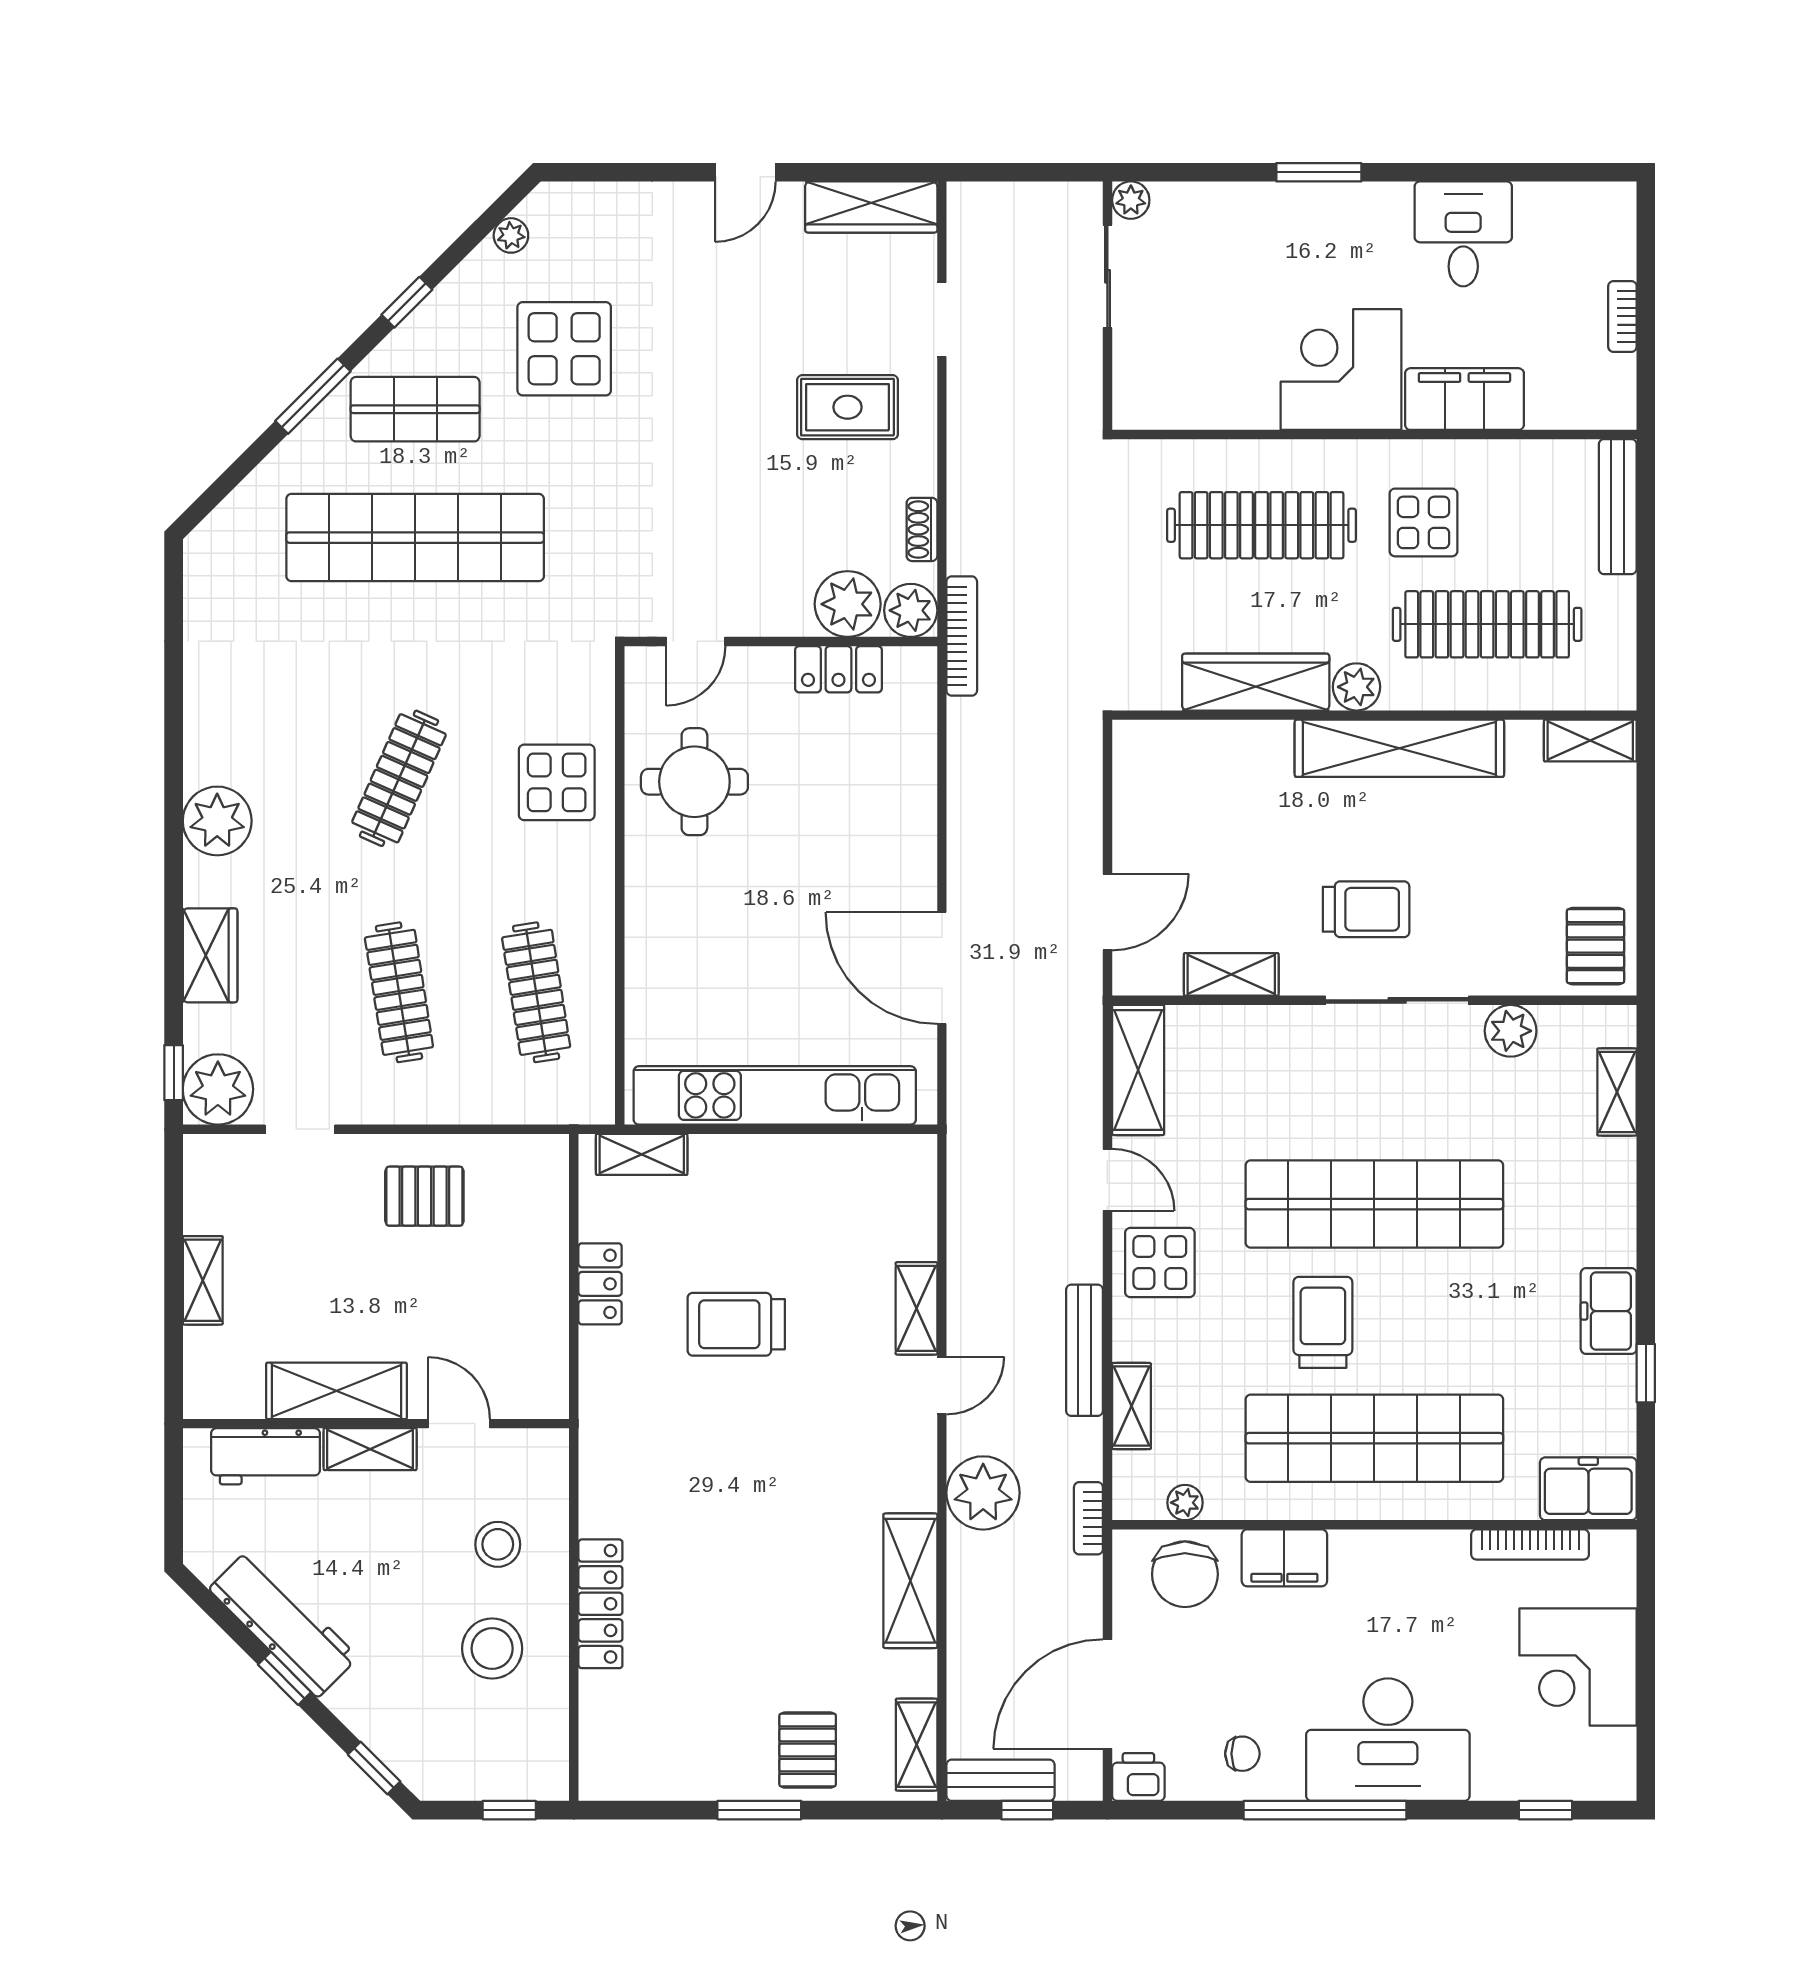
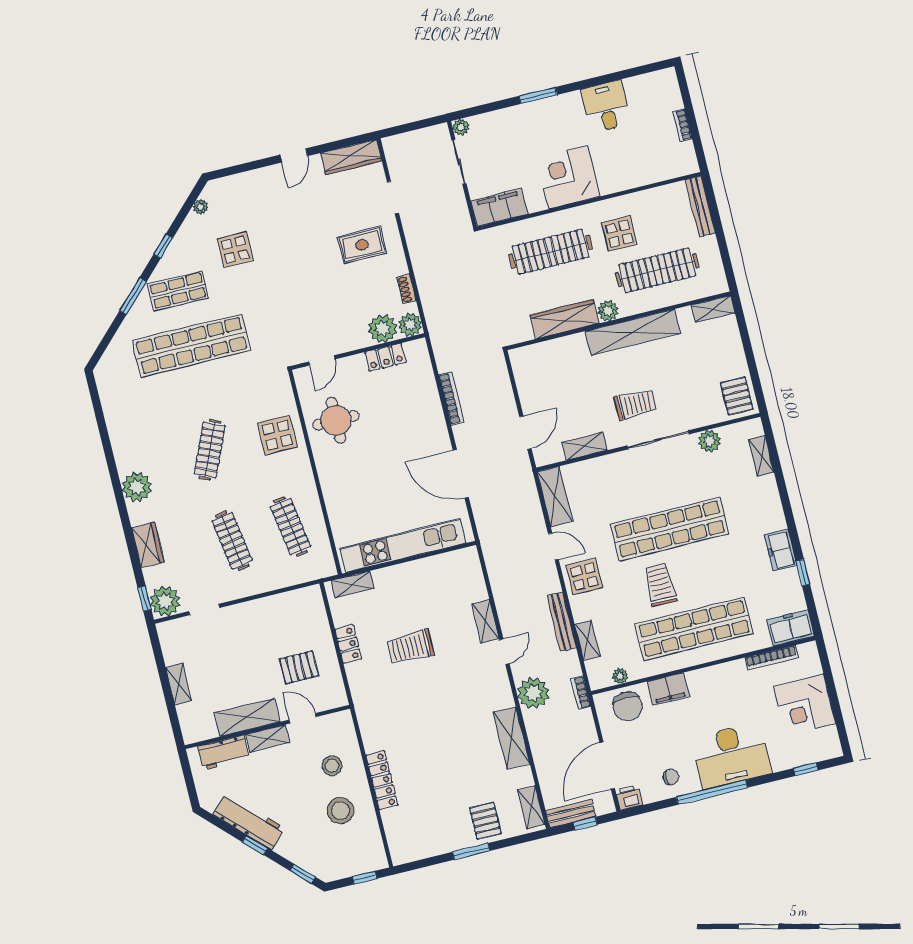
display table: (564, 349) -> (235, 250), width x0.73, depth x0.73
filing cabinet: (1464, 399) -> (499, 207), moved
bookcase: (962, 636) -> (451, 398), moved
pallet: (424, 1196) -> (299, 667), moved

